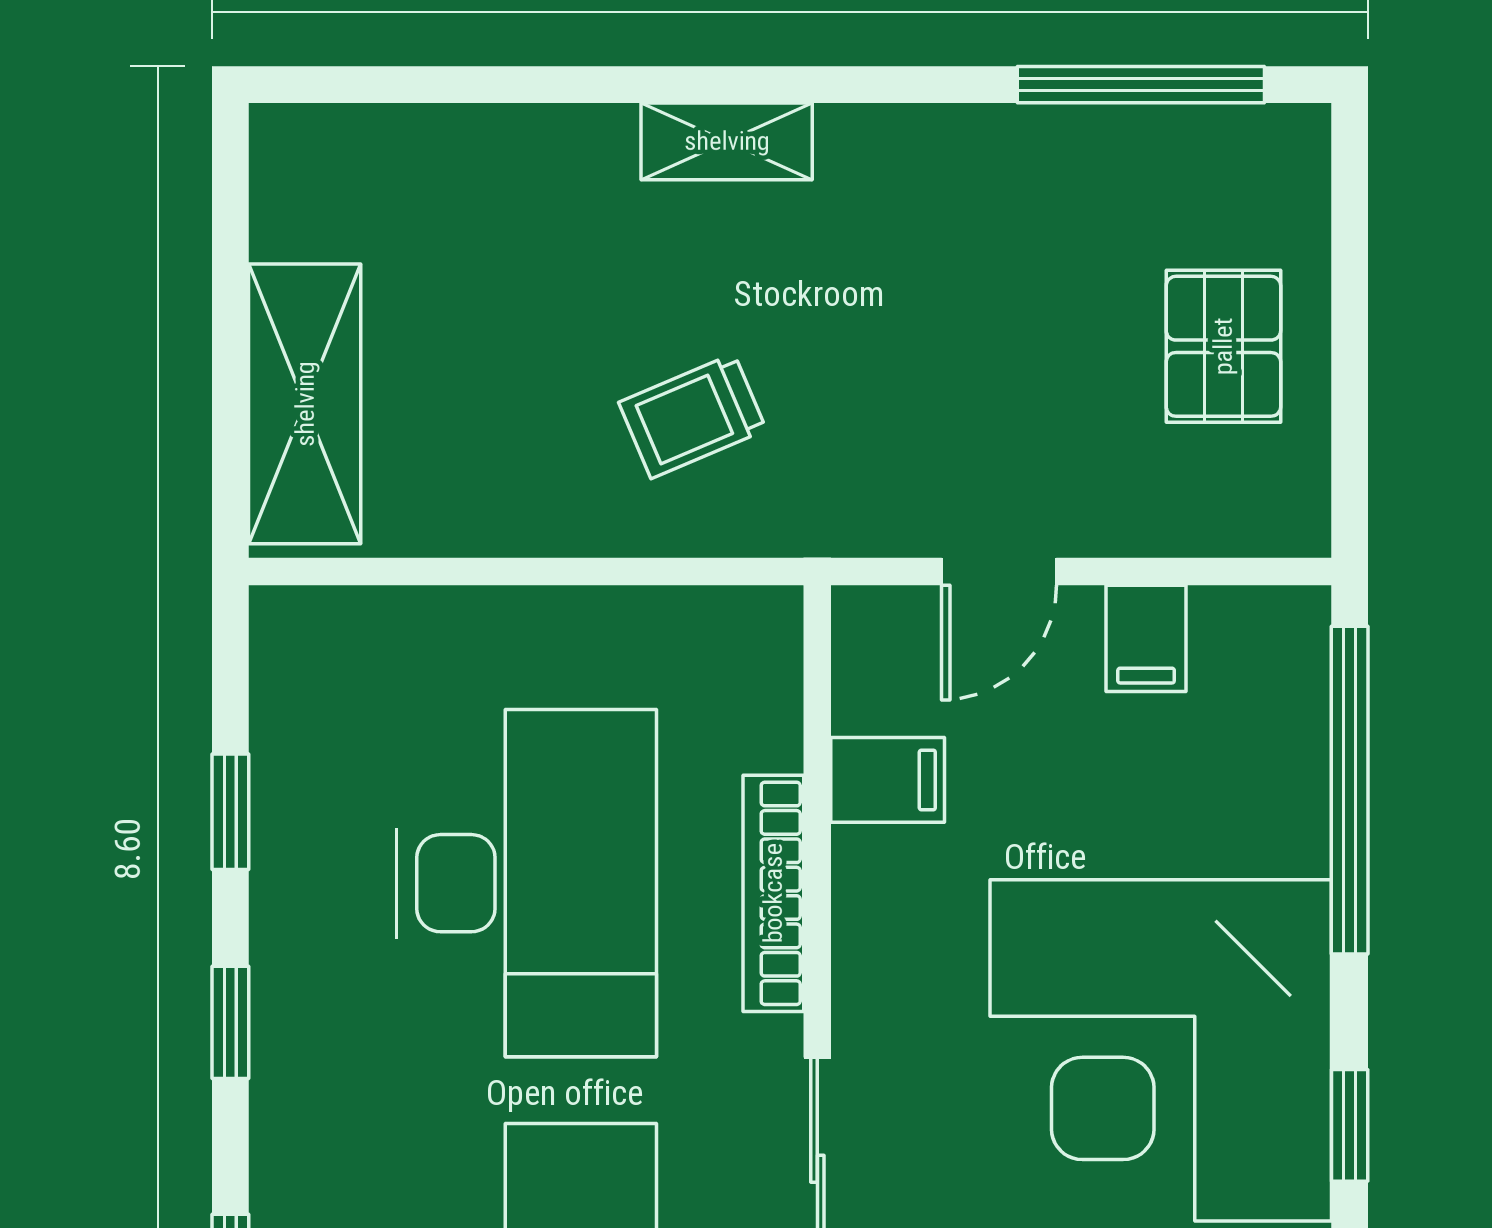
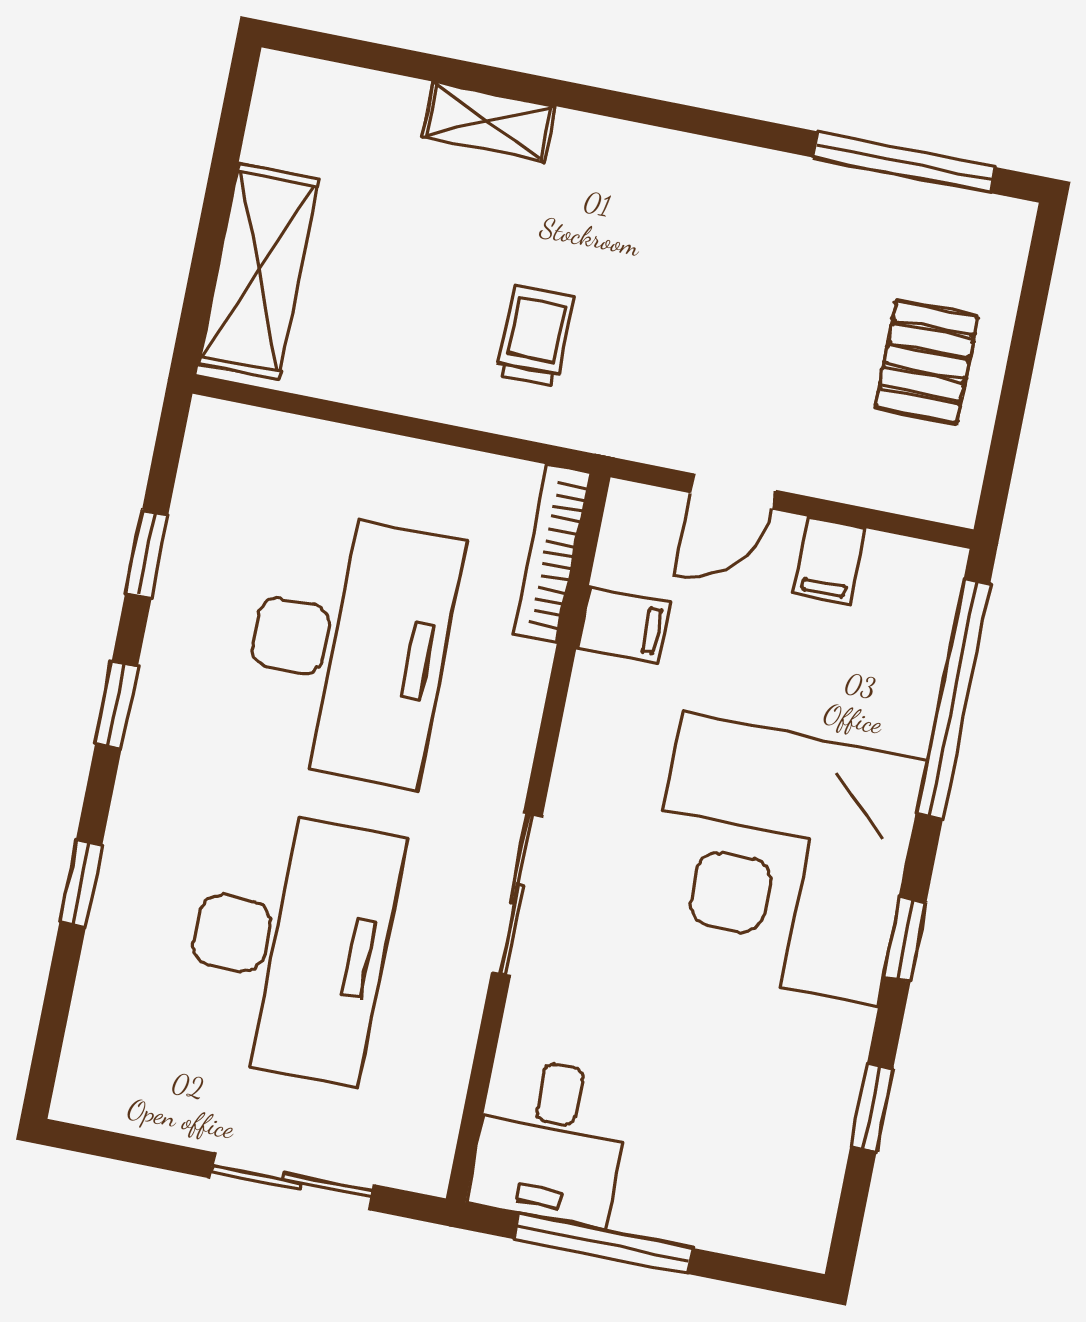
shelving: (727, 141) -> (489, 122), moved
trolley: (693, 416) -> (535, 336), turned 113
bookcase: (773, 893) -> (552, 554), moved

